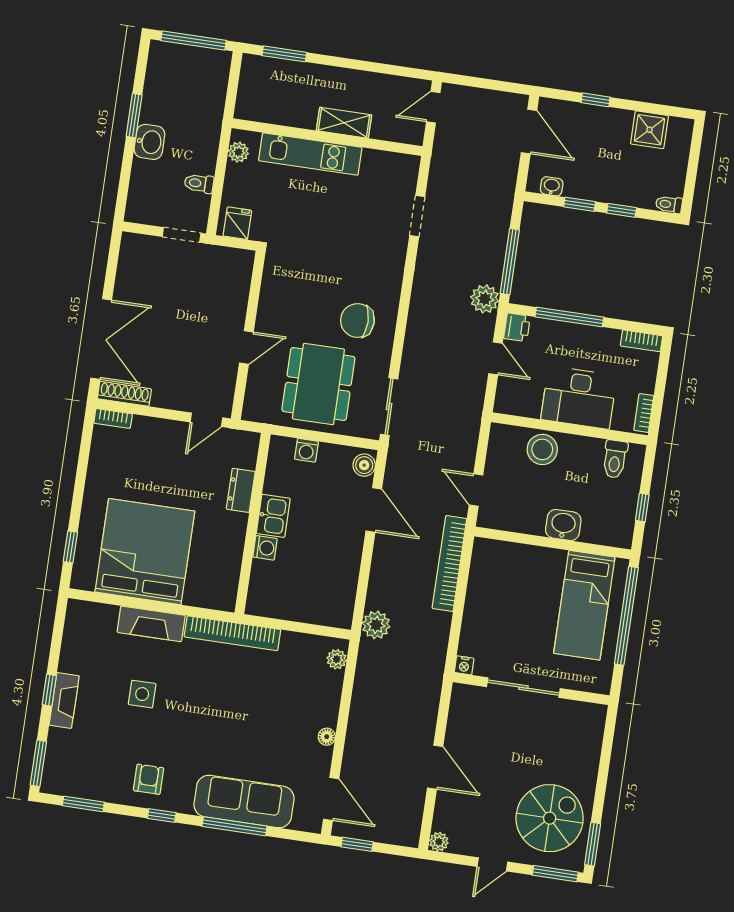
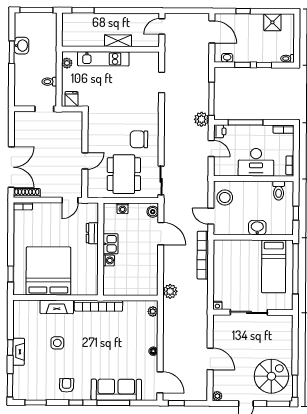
washbasin: (149, 142) -> (22, 46), moved
stool: (542, 449) -> (225, 198), moved

